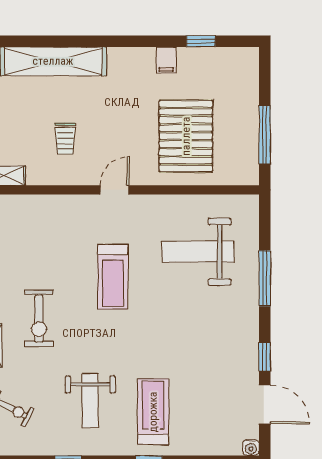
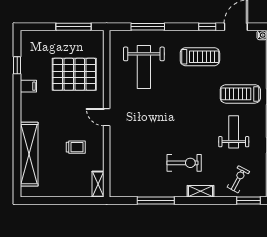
treadmill: (113, 277) -> (200, 57), moved
window: (265, 278) -> (148, 27), moved
weight bench: (90, 401) -> (234, 132), turned -90

